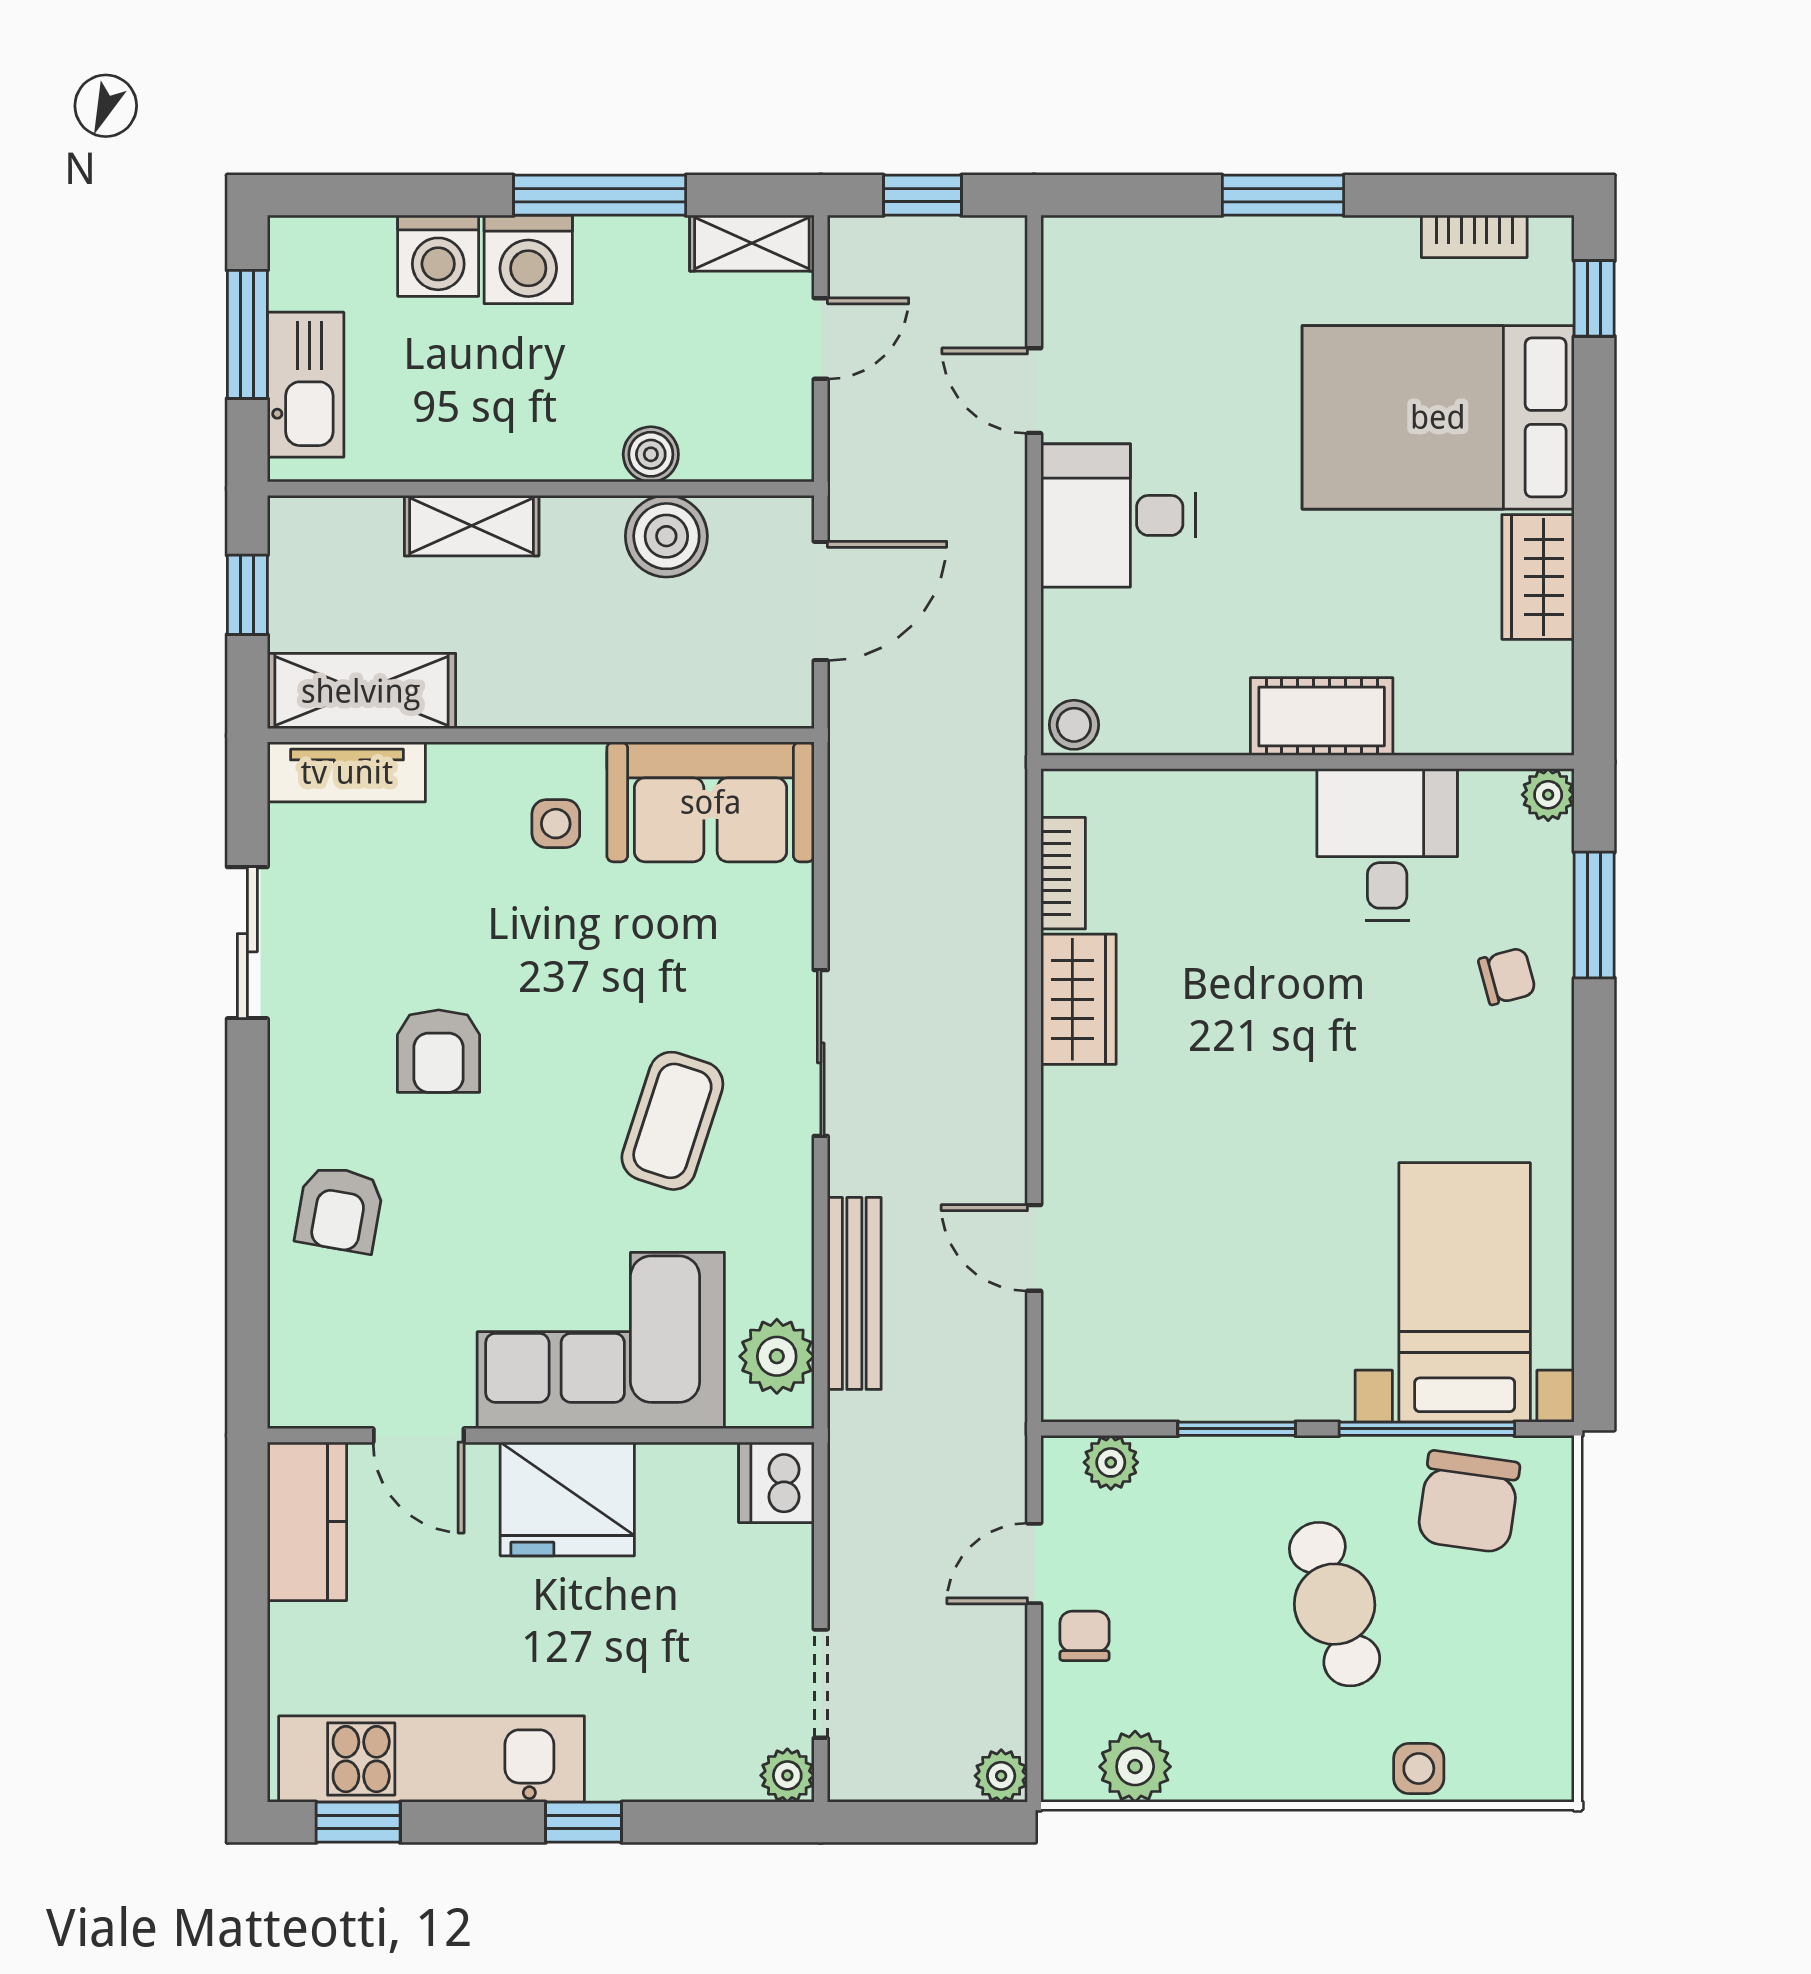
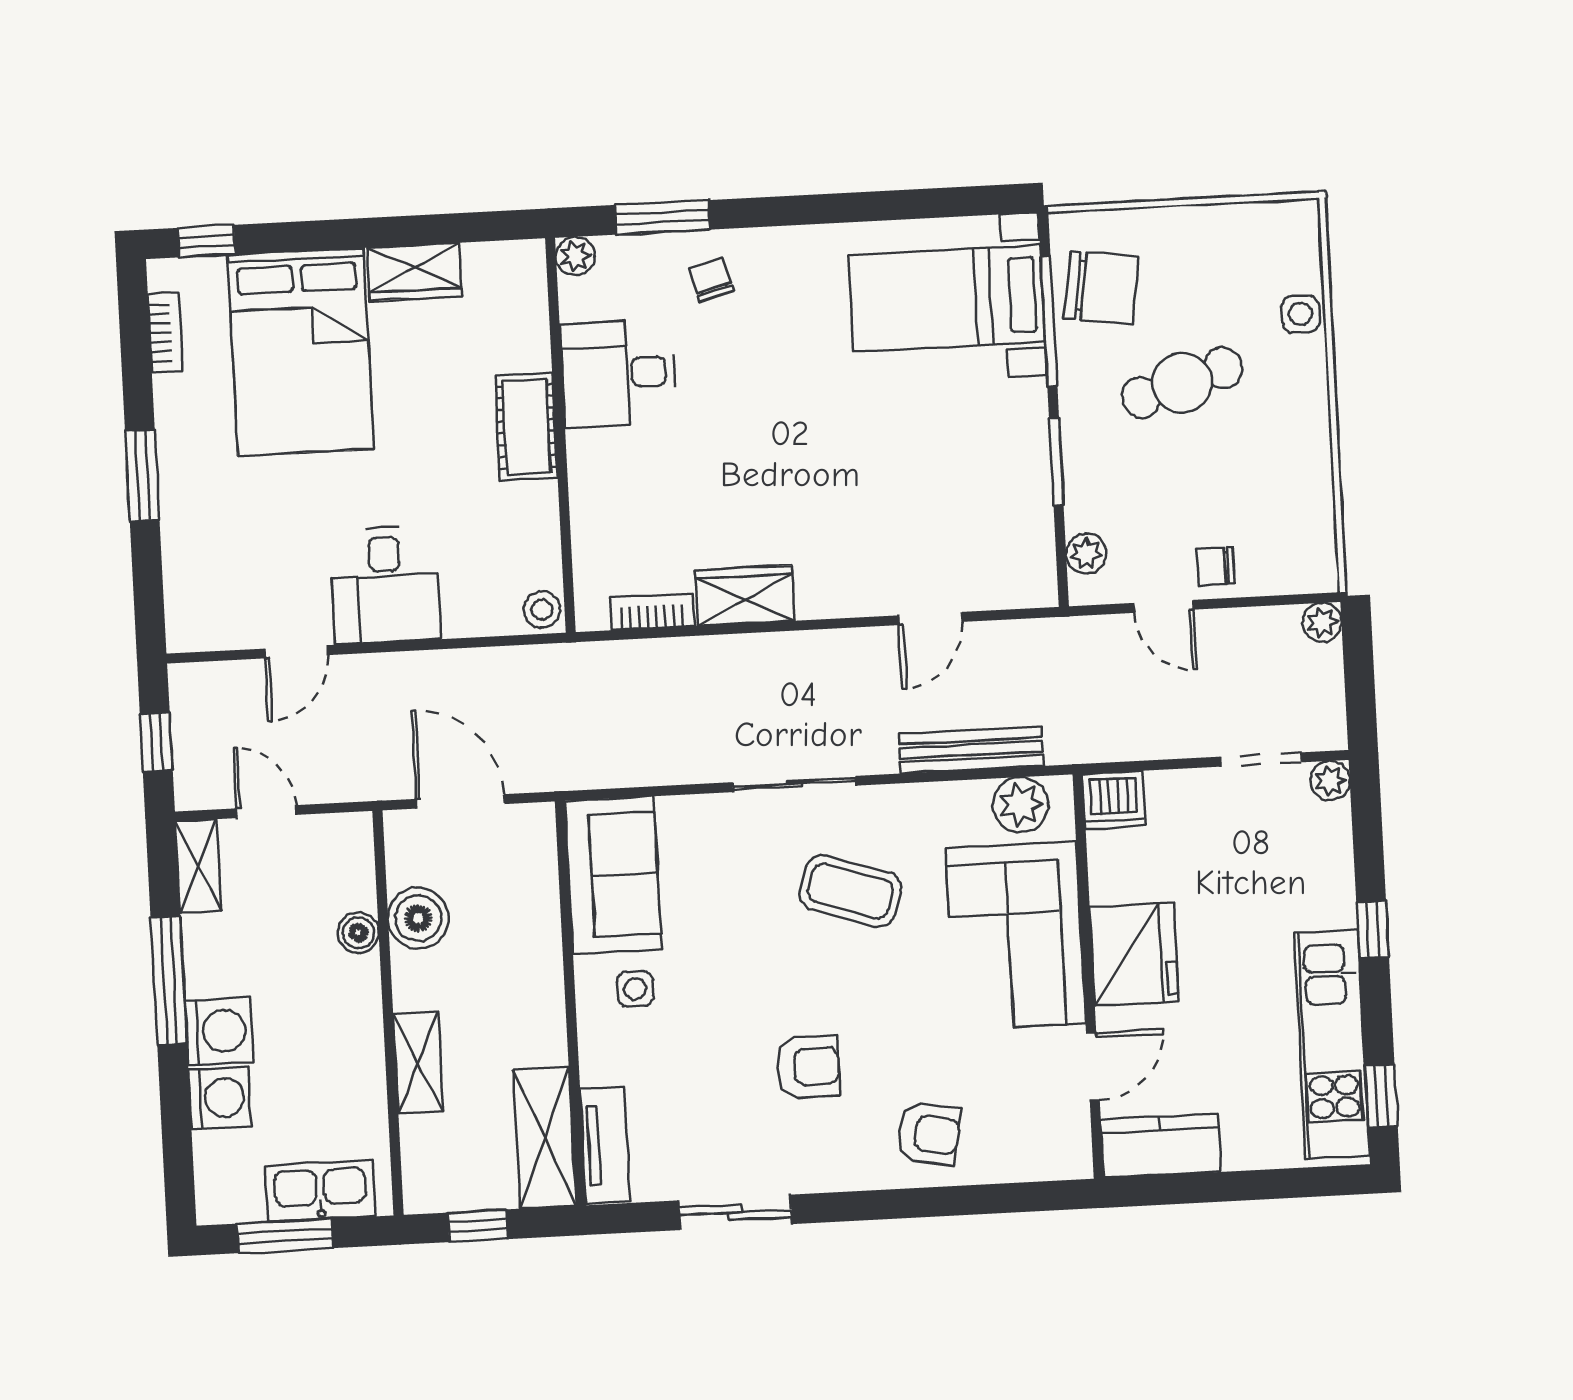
plant: (1135, 1767) -> (1310, 524), removed

